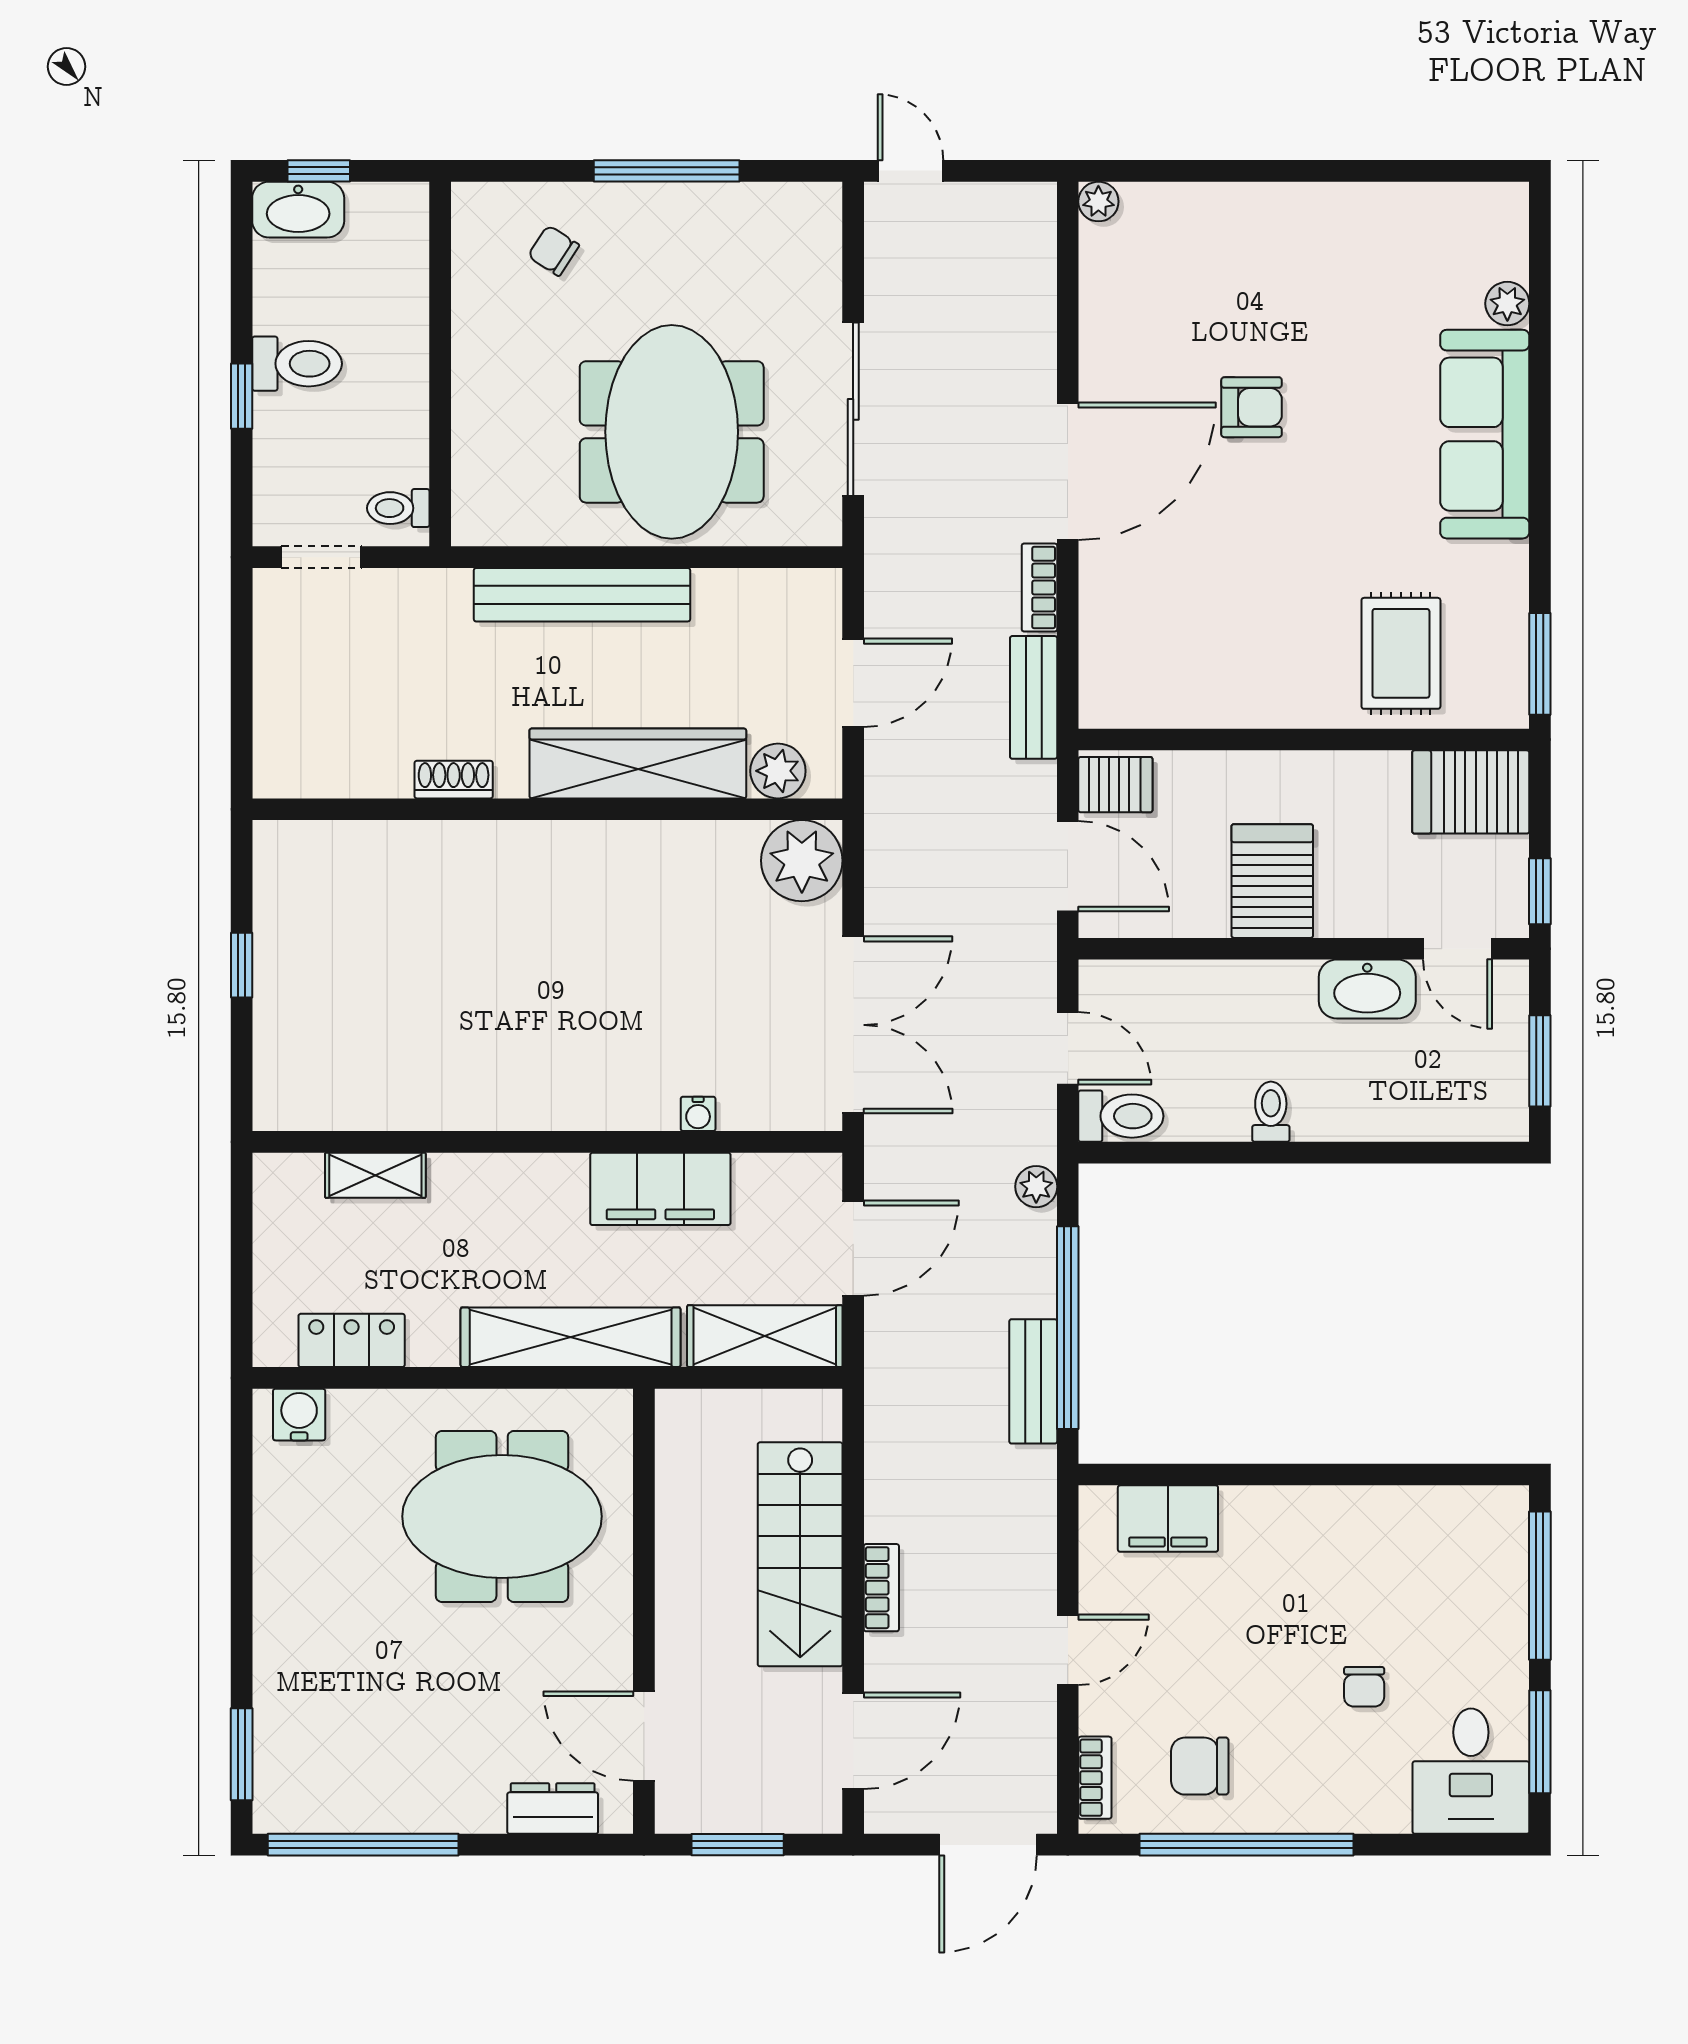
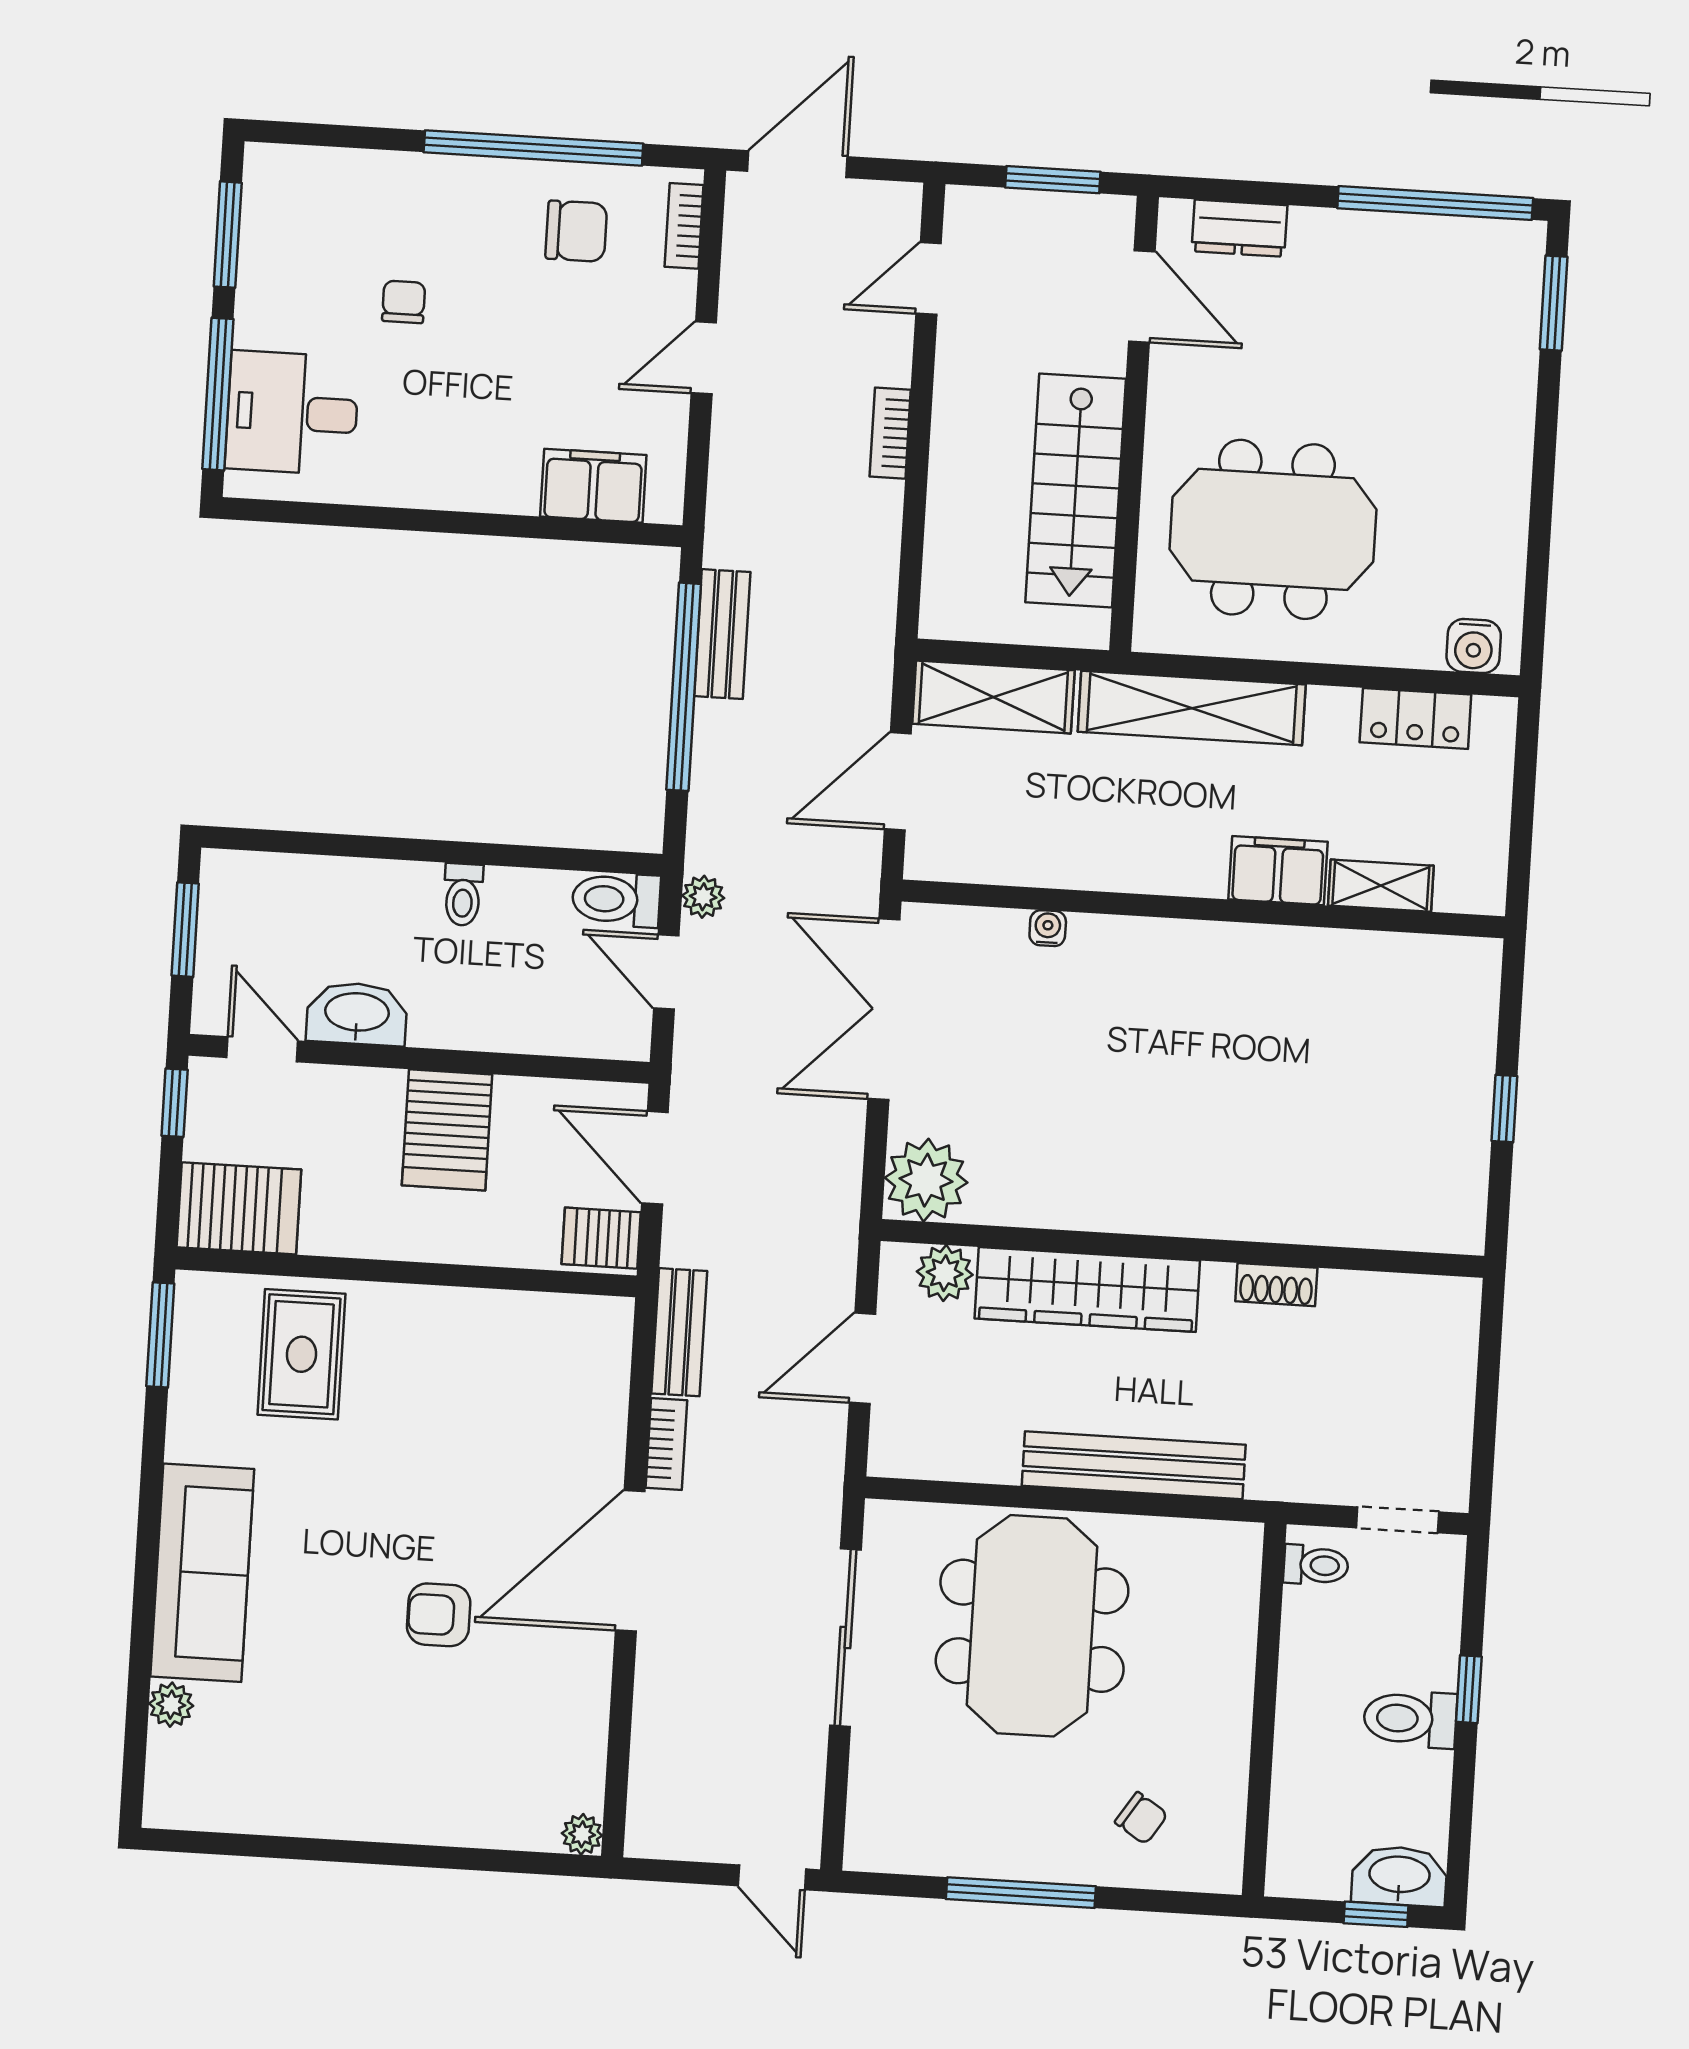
plant: (1036, 1187) -> (703, 897), moved
filing cabinet: (660, 1189) -> (1278, 871), moved, width x0.67, depth x0.86
stairs: (800, 1554) -> (1076, 491), moved, turned 180
door: (853, 1741) -> (929, 279), width x0.73
desk: (1471, 1771) -> (292, 413), moved, turned -90

